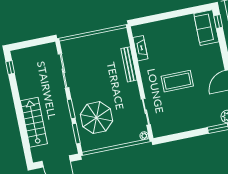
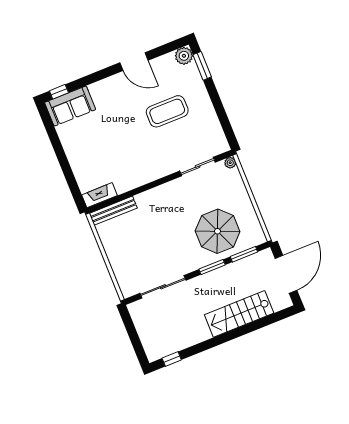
fireplace: (140, 48) -> (100, 195), moved
bench: (129, 64) -> (113, 211), moved
coffee table: (177, 81) -> (167, 111), moved, turned 90

